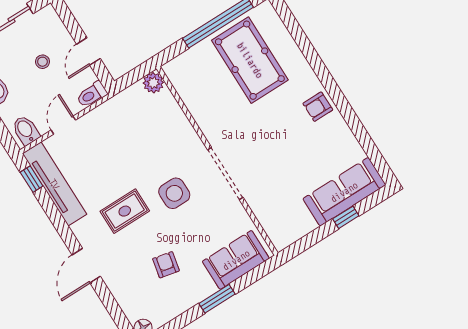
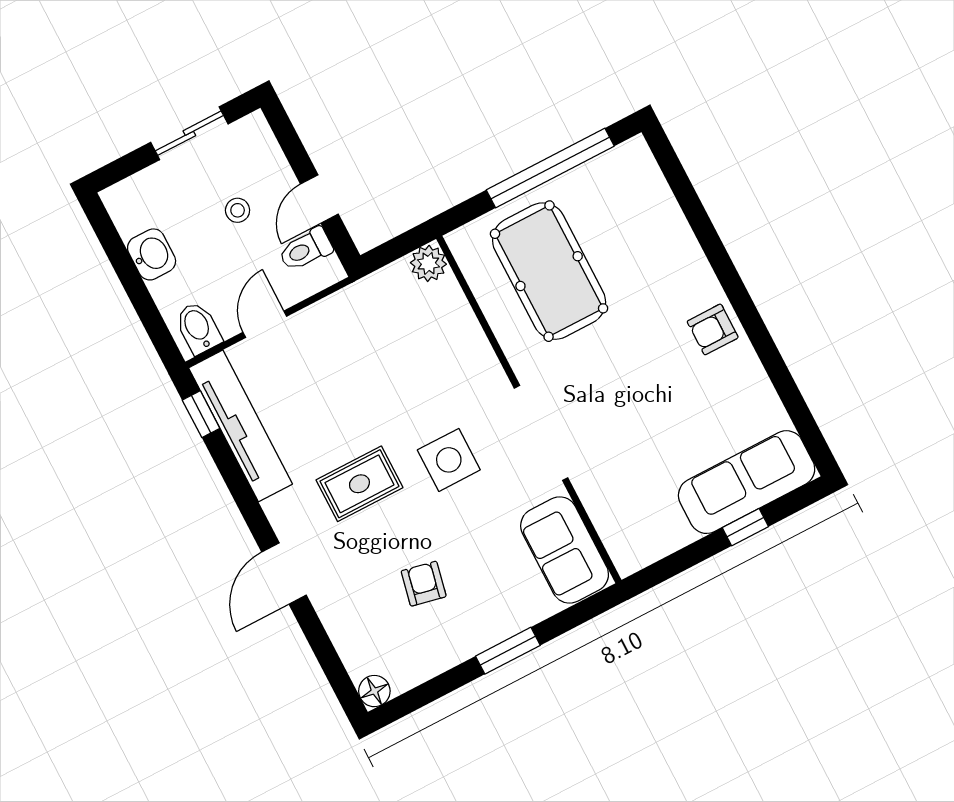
pool table: (250, 60) -> (549, 271), moved
toilet: (92, 94) -> (306, 249), moved
sofa: (236, 260) -> (565, 550), moved, turned -90

